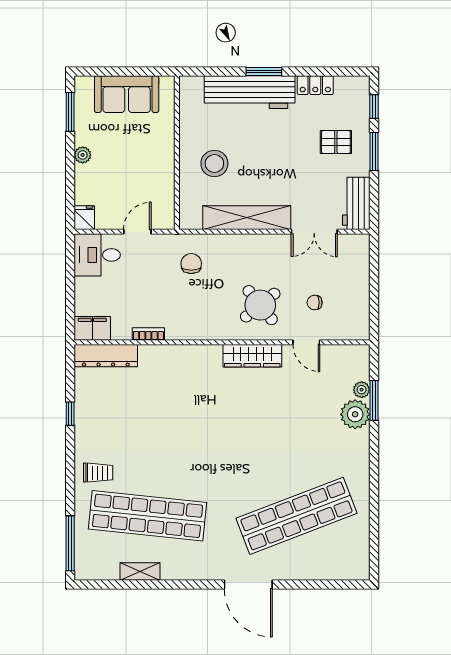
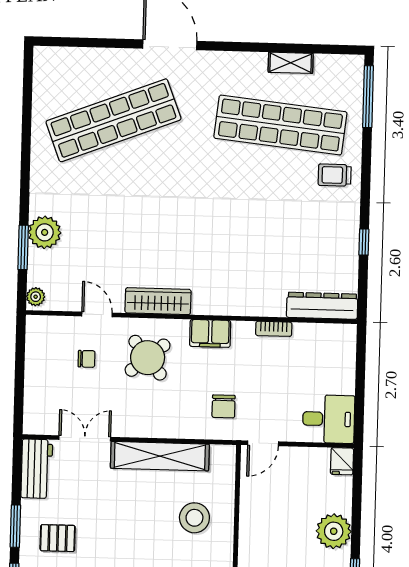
plant: (83, 155) -> (334, 531), width x1.88, depth x1.88
door: (137, 232) -> (263, 443), moved
filing cabinet: (92, 328) -> (210, 333), moved
plant: (362, 390) -> (36, 297), moved

